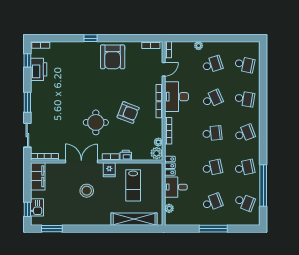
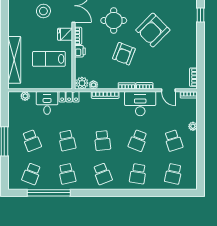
armchair: (113, 57) -> (153, 30), moved, turned -45
school desk: (212, 99) -> (138, 140), turned 45

